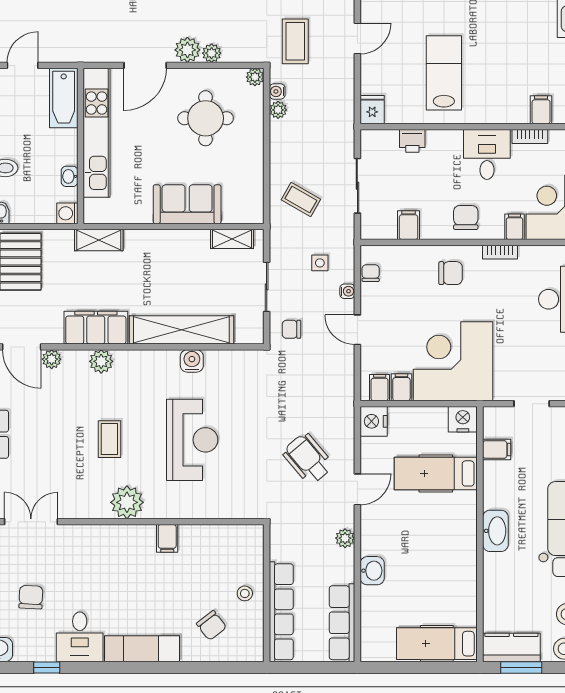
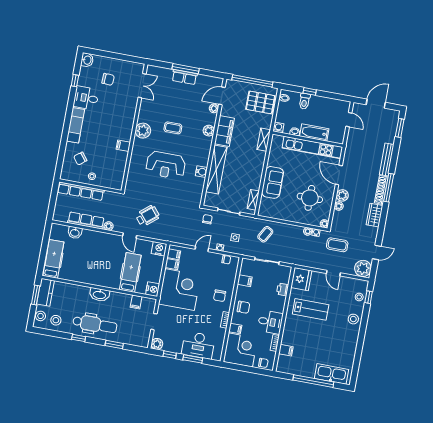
bathtub: (64, 98) -> (314, 132), moved
fridge: (372, 110) -> (301, 279), width x1.88, depth x1.34
washbasin: (372, 571) -> (75, 233), moved
row of seats: (342, 623) -> (86, 221), moved

